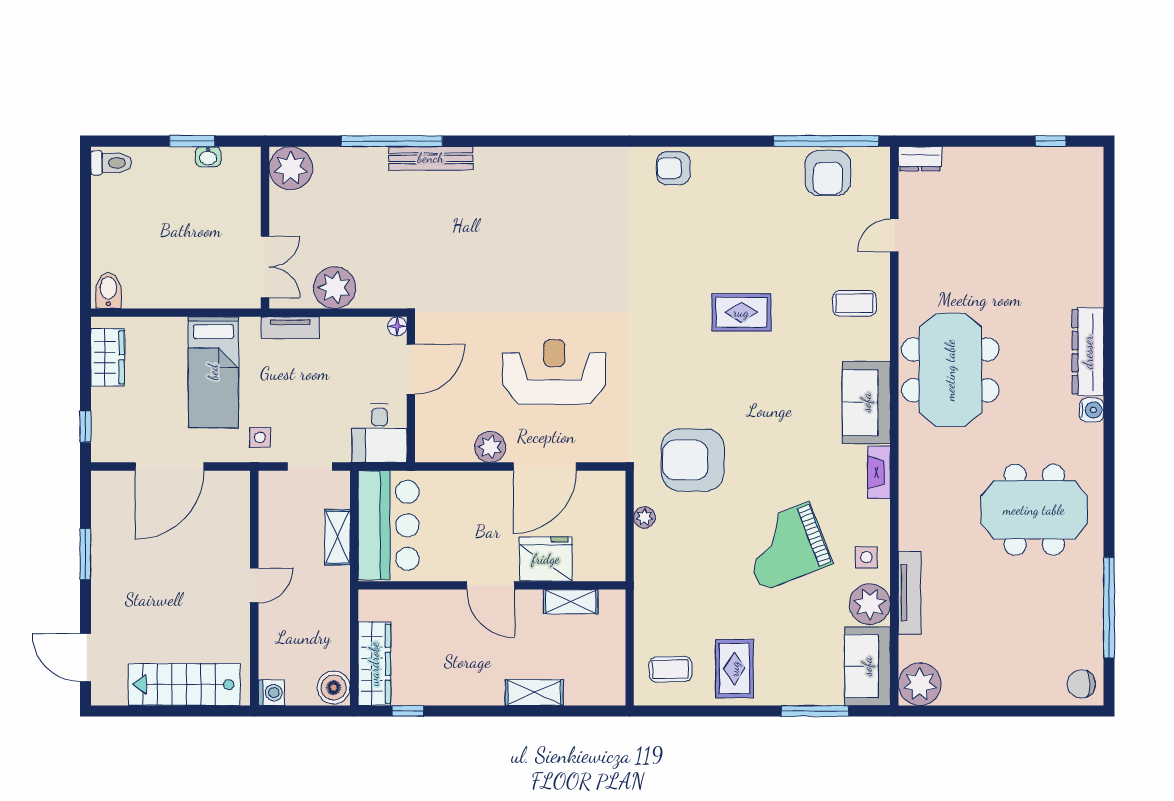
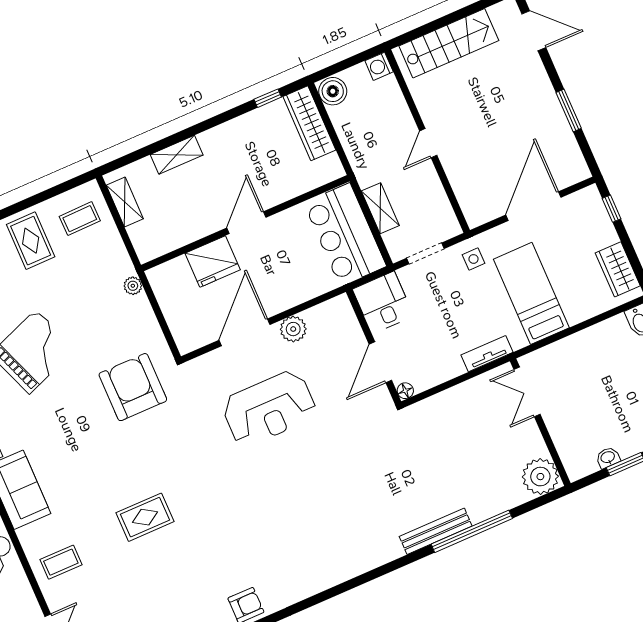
plant: (335, 288) -> (466, 399), removed
armchair: (693, 460) -> (133, 387), turned -90
plant: (644, 517) -> (133, 286), moved
door: (490, 585) -> (246, 223), hinge flipped
shelving: (571, 602) -> (125, 202), moved, turned 90

